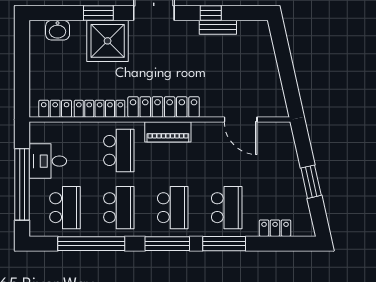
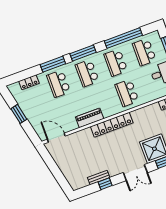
locker: (100, 109) -> (145, 111), removed
door: (241, 119) -> (56, 138), moved
piano: (168, 132) -> (90, 118), moved

